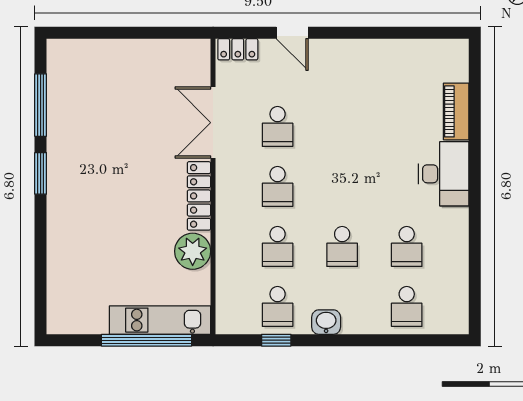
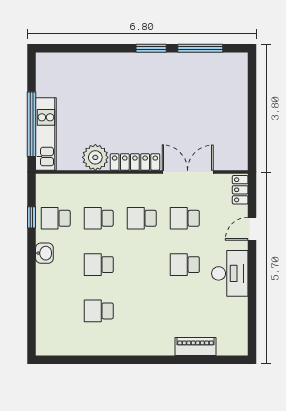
desk: (444, 174) -> (230, 273), moved, turned -90
school desk: (407, 306) -> (185, 265), moved

